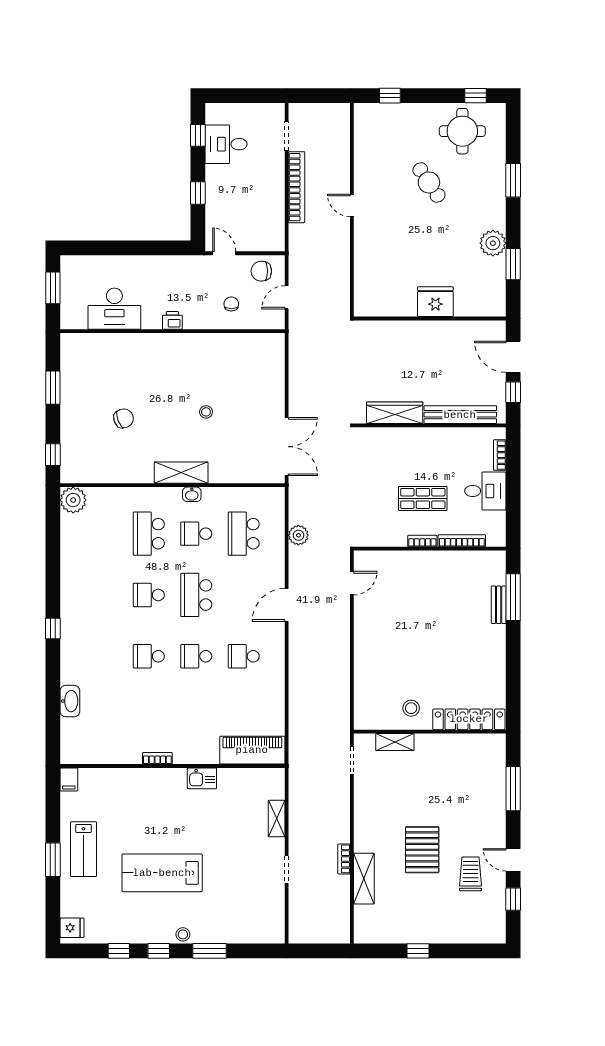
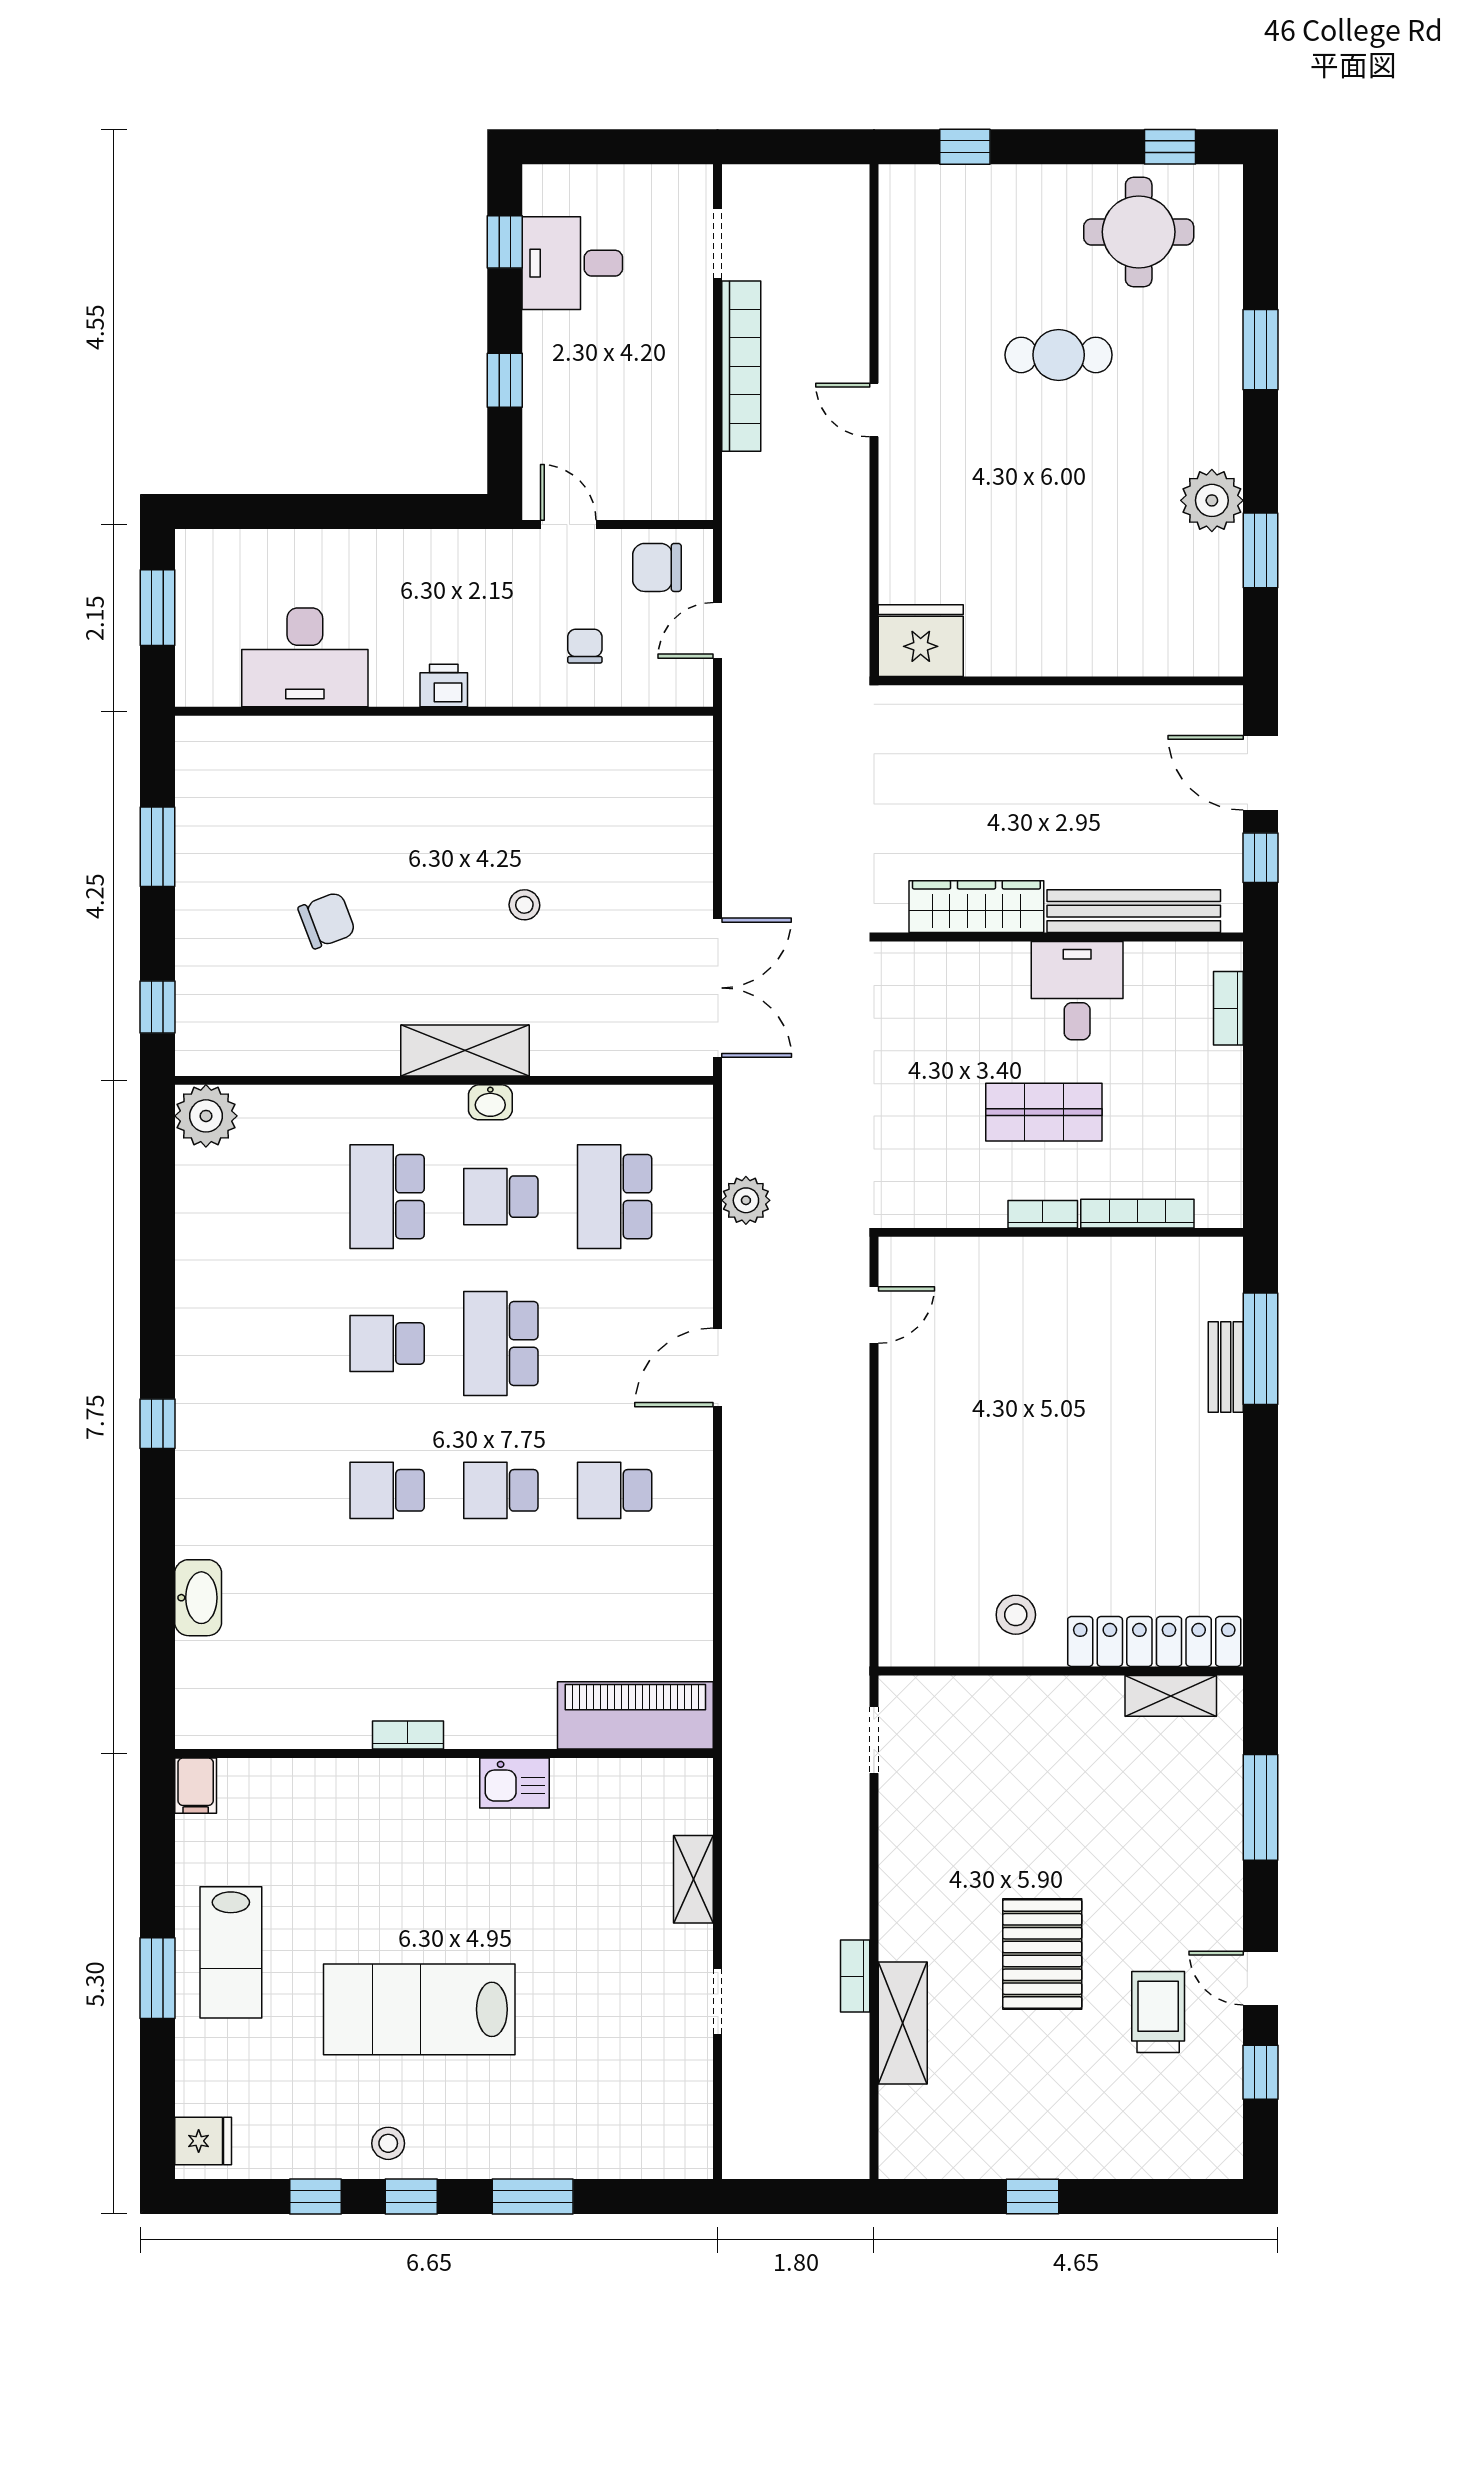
cafe table: (429, 182) -> (1059, 355), turned -56
fridge: (435, 302) -> (921, 641), moved
desk: (485, 491) -> (1077, 991), moved, turned -90
shelving: (395, 742) -> (1171, 1696), moved
stool: (183, 934) -> (388, 2143), moved

